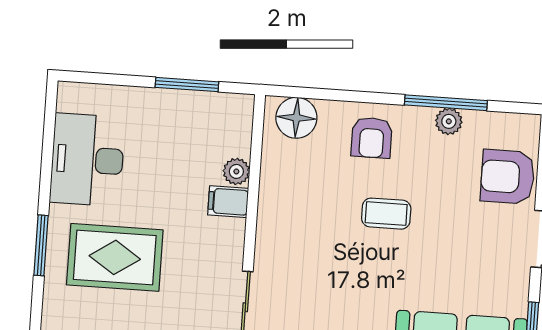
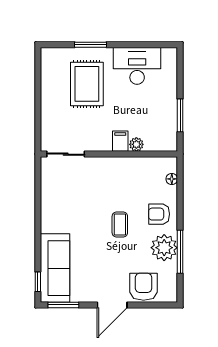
floor lamp: (296, 118) -> (172, 179), width x0.53, depth x0.53
plant: (449, 121) -> (164, 248), width x1.87, depth x1.87

